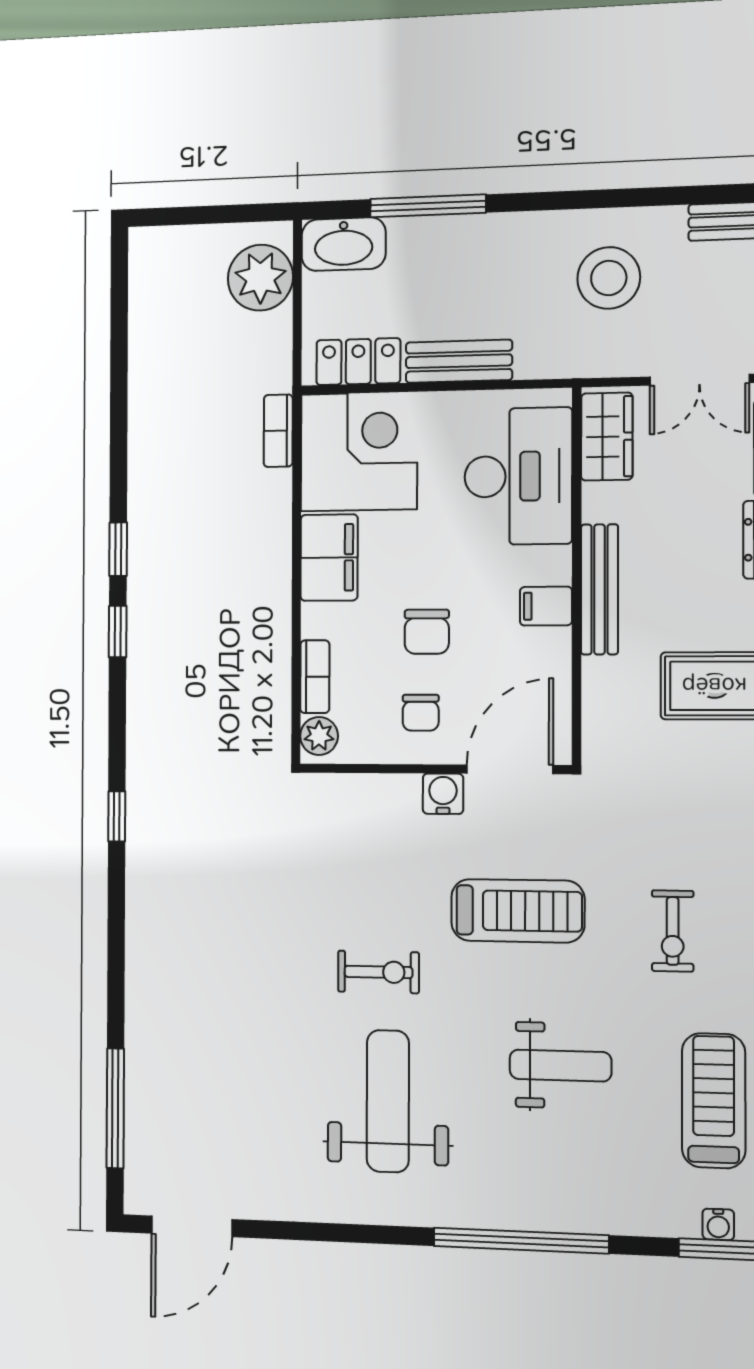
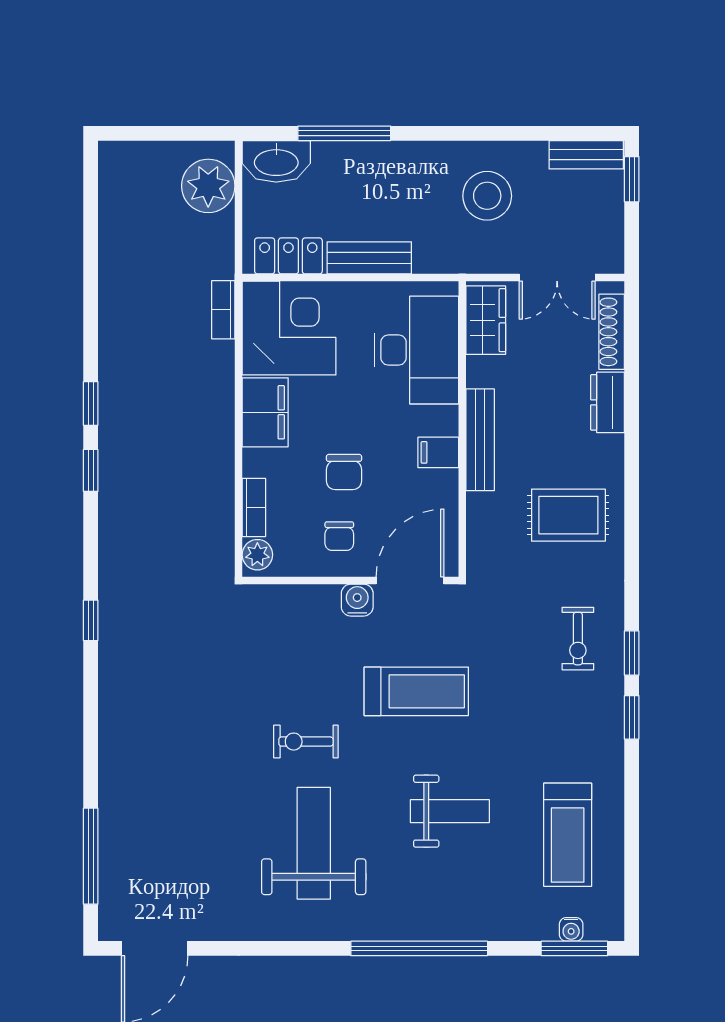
exercise bike: (673, 931) -> (578, 639), moved
exercise bike: (378, 972) -> (306, 742), turned 180
treadmill: (714, 1101) -> (568, 835), turned 180

